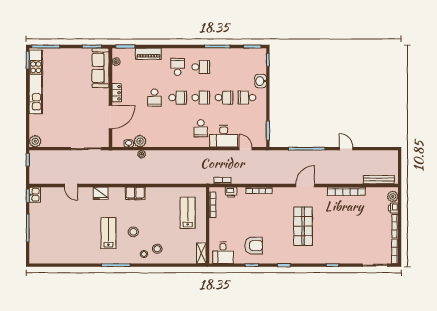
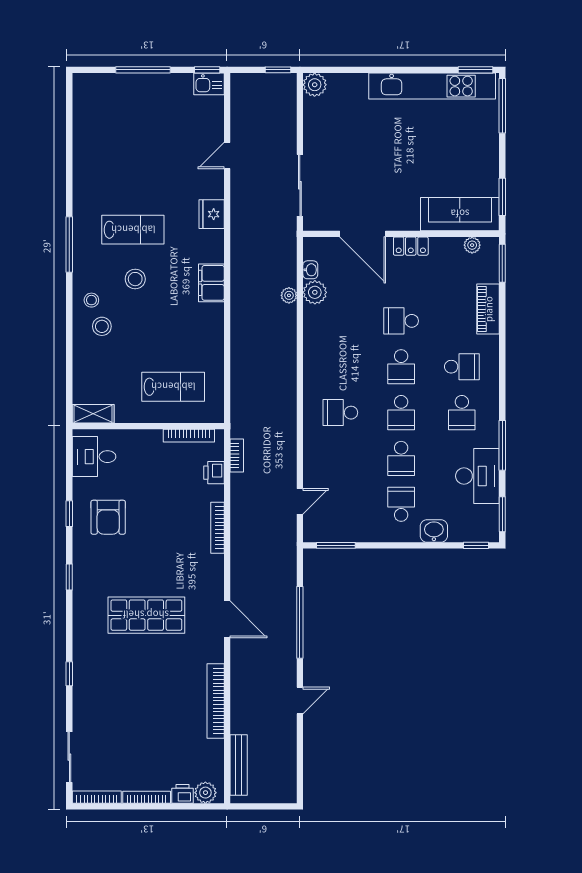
desk: (224, 136) -> (477, 476), moved, turned 180

